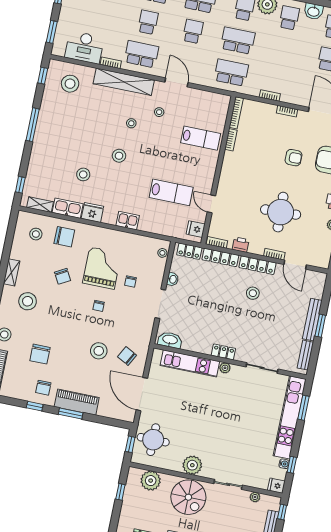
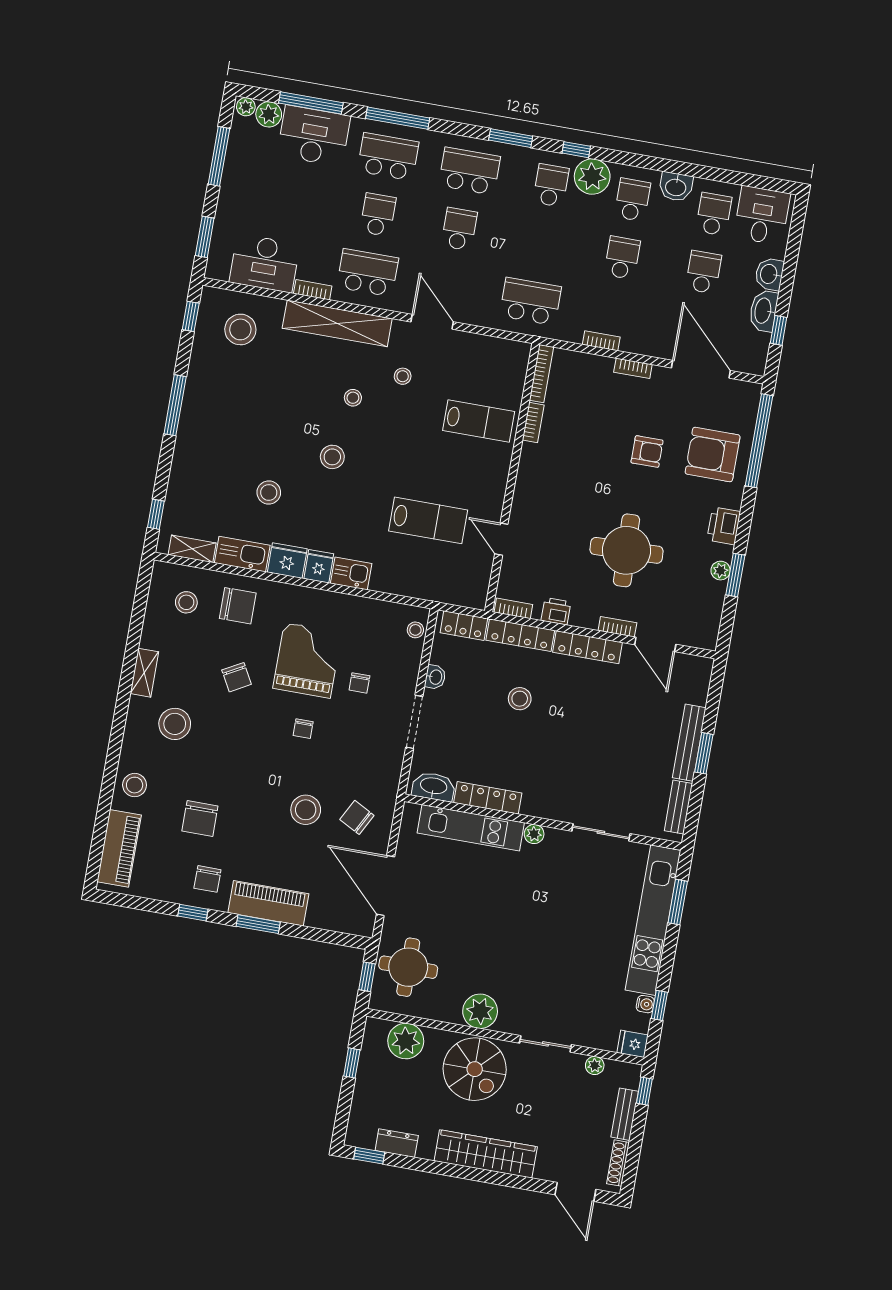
school desk: (238, 41) -> (622, 258), moved, width x0.54
fridge: (196, 229) -> (319, 566), moved, turned 90
stool: (253, 293) -> (520, 699), moved
locker: (223, 352) -> (488, 798), moved, width x1.53

